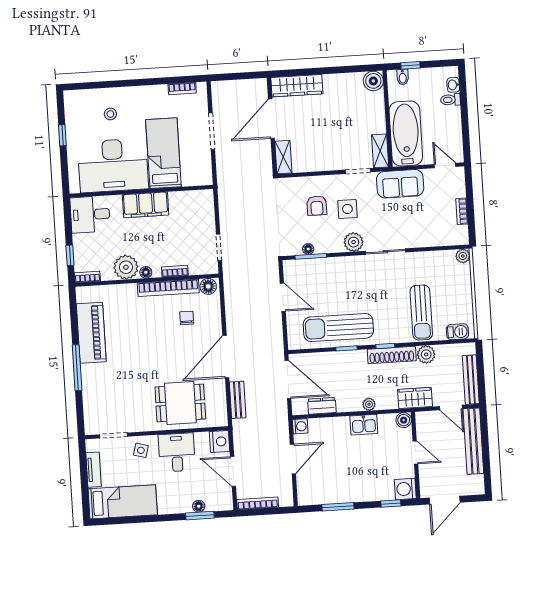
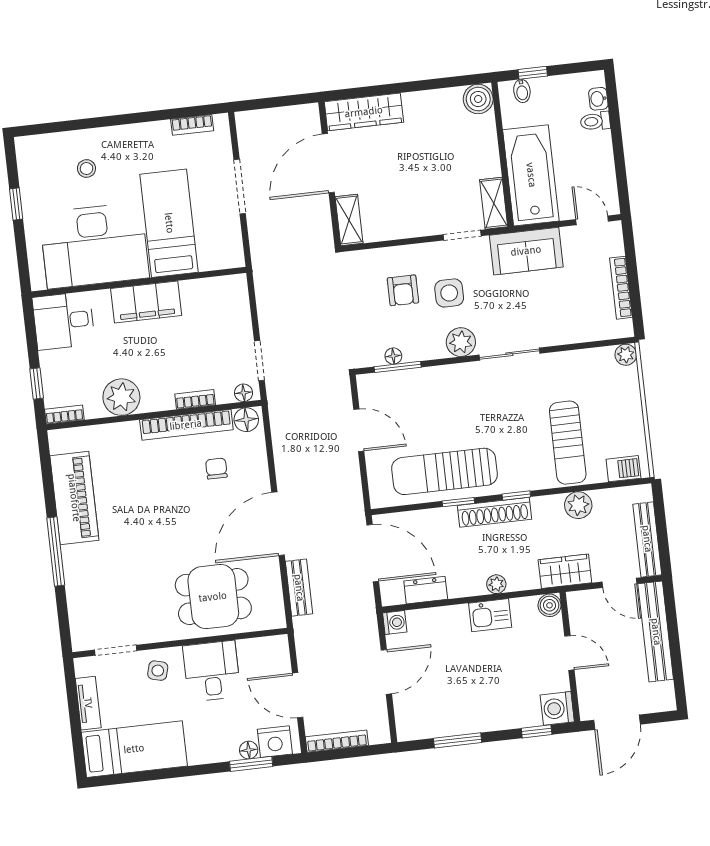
bookcase: (462, 211) -> (621, 288), width x1.56
floor lamp: (146, 272) -> (244, 393), moved
shoe rack: (392, 355) -> (495, 512), moved
nightstand: (220, 441) -> (275, 742), moved, turned 90

